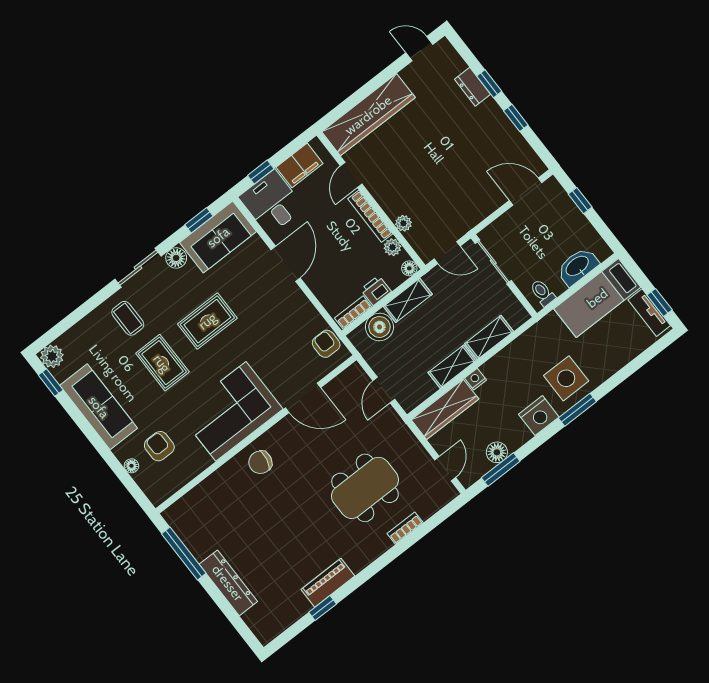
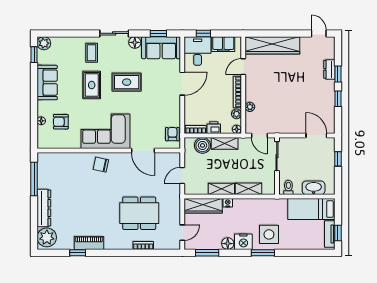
sofa: (99, 407) -> (47, 83), width x0.73
armchair: (159, 446) -> (61, 122), turned -90
floor lamp: (497, 452) -> (228, 244), moved
plant: (264, 620) -> (47, 237), added

